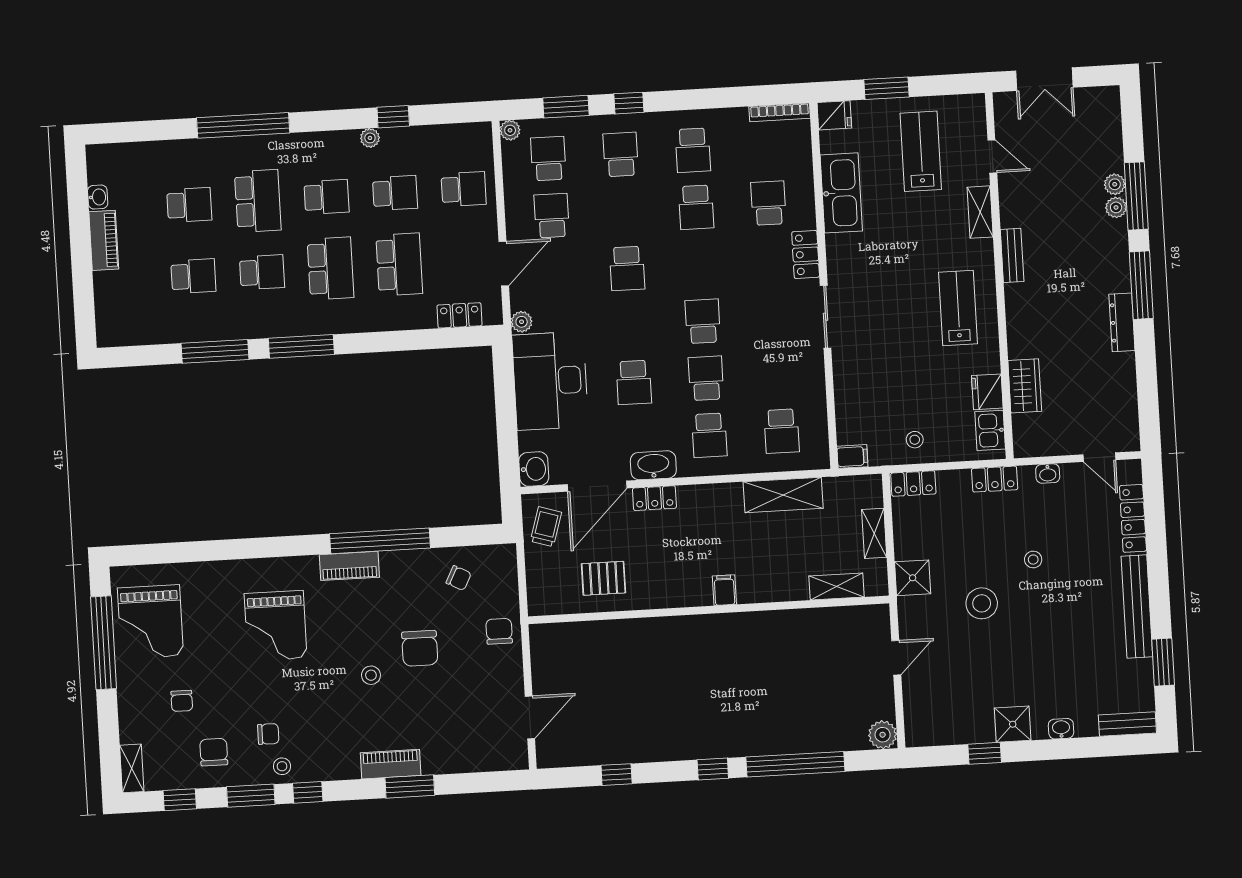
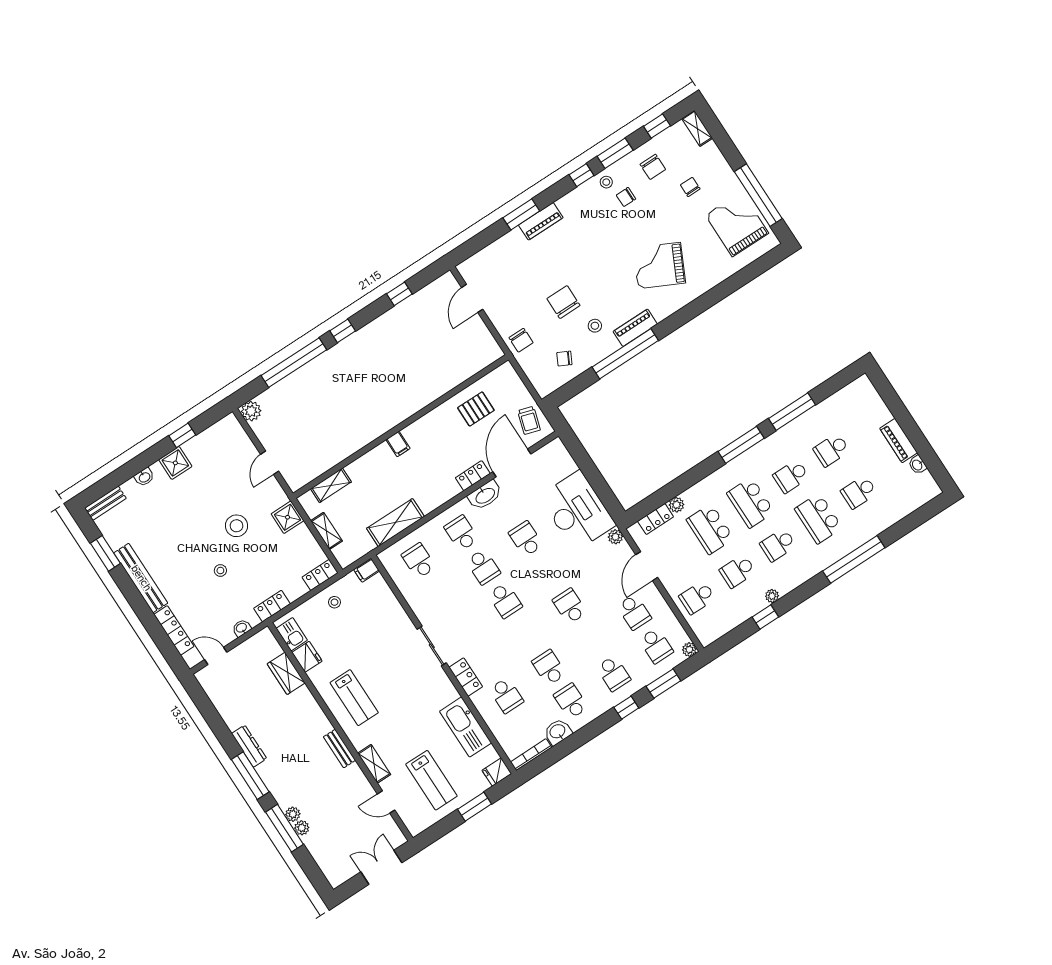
plant: (423, 318) -> (676, 505), added
washbasin: (534, 469) -> (558, 732), moved, turned 90
grand piano: (276, 626) -> (659, 266), turned -64
stool: (371, 675) -> (595, 326), moved

